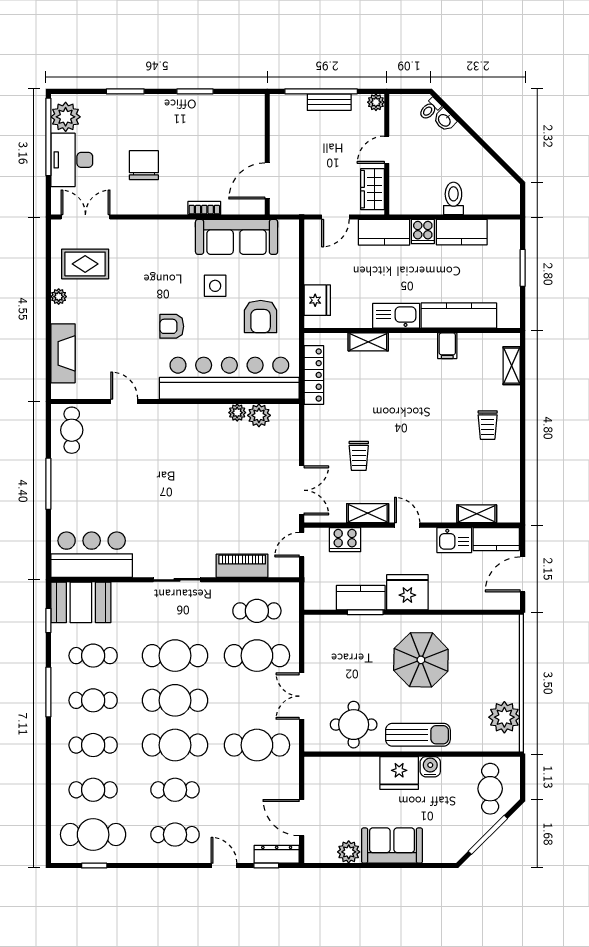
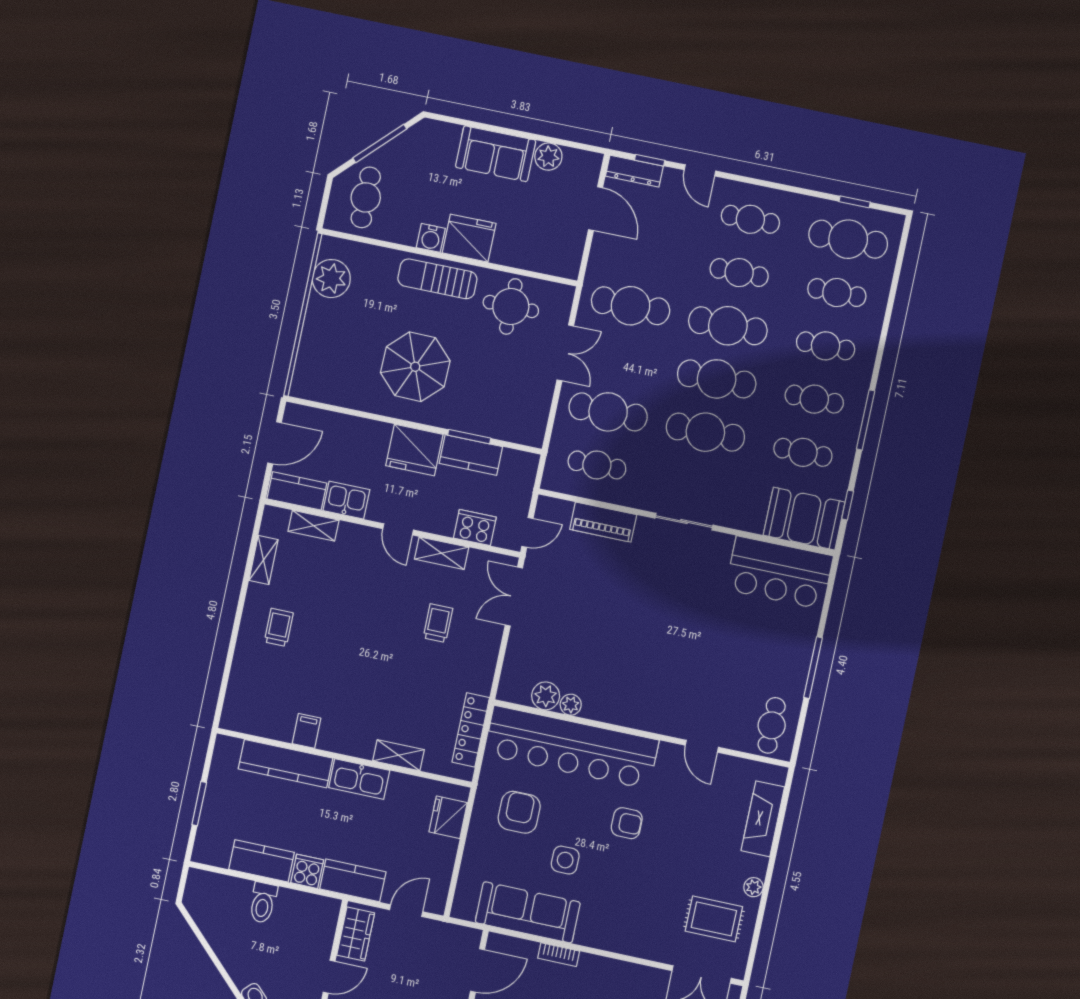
shelving: (512, 366) -> (264, 560), moved

